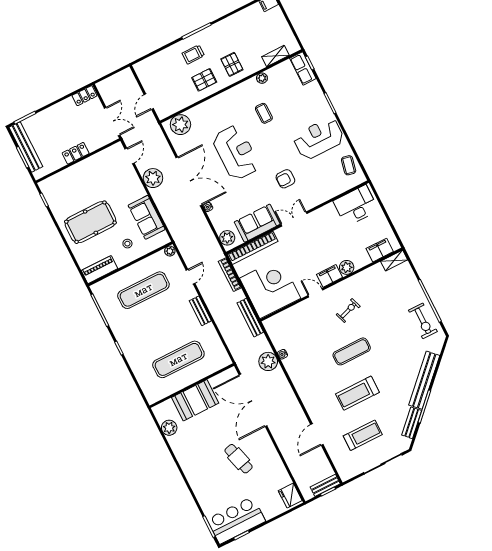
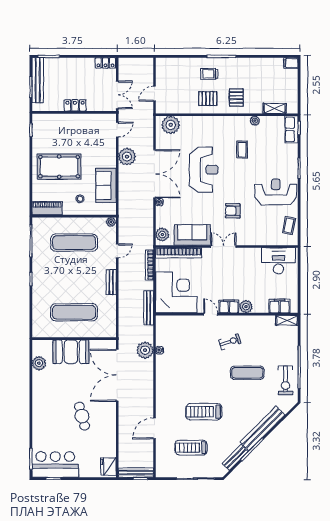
exercise mat: (352, 351) -> (247, 373), moved
treadmill: (363, 435) -> (191, 448), turned 180
bench: (325, 485) -> (136, 473), width x1.36

